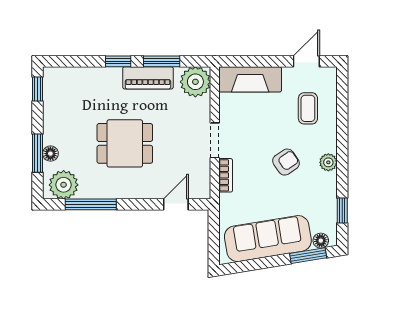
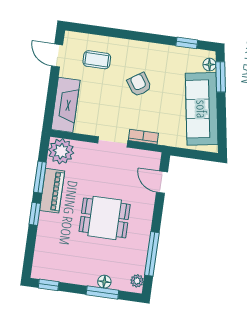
dining table: (125, 143) -> (105, 218), turned 90
plant: (328, 162) -> (145, 49), removed
plant: (64, 185) -> (137, 281), width x0.53, depth x0.53

